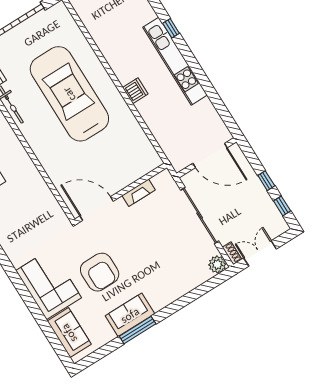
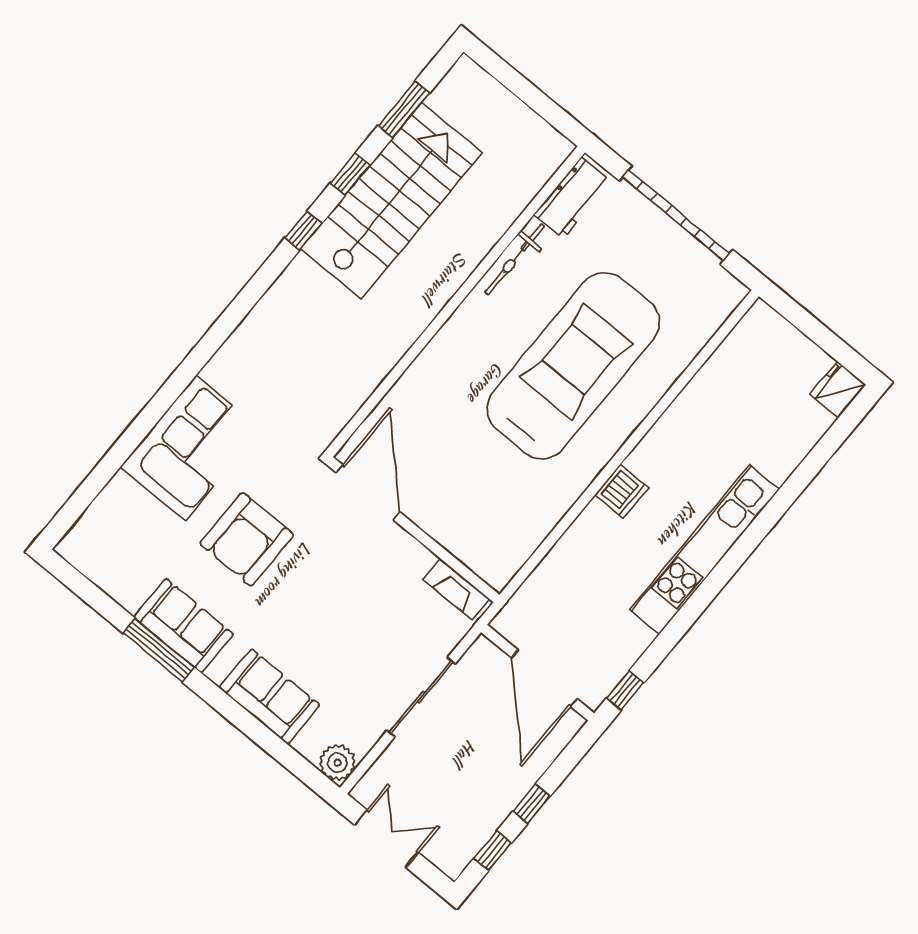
window: (171, 28) -> (625, 690), moved
fireplace: (139, 193) -> (456, 589), moved
sliding door: (200, 215) -> (421, 697), width x0.73
shoe rack: (232, 253) -> (369, 784), removed
sofa: (69, 333) -> (269, 696), moved, turned -90

